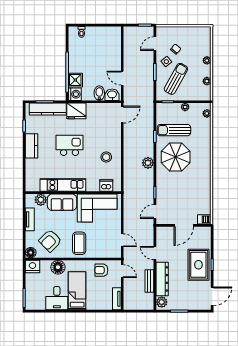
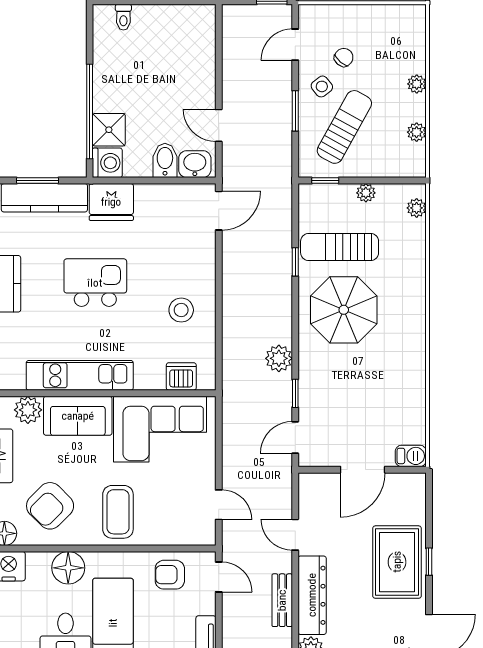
plant: (148, 163) -> (279, 358), moved

